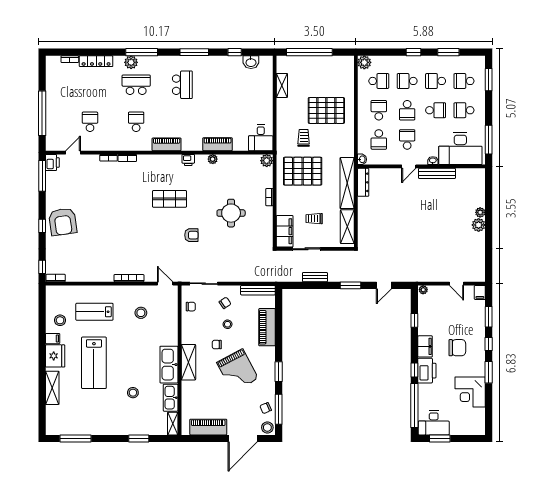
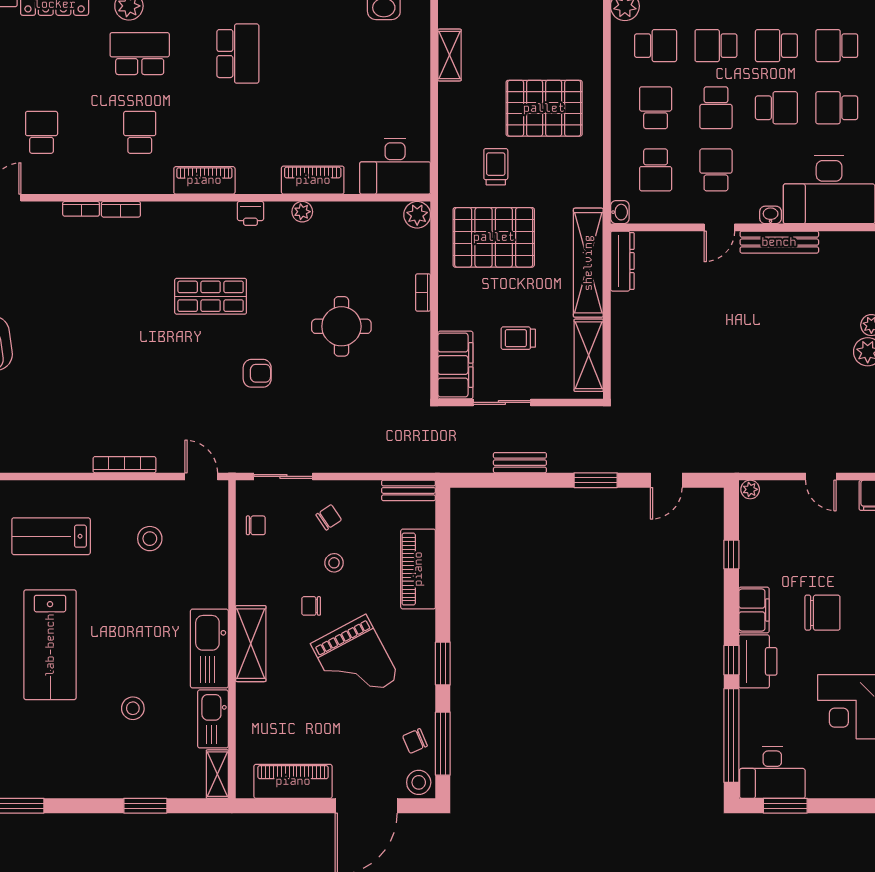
desk: (261, 138) -> (395, 166), width x1.37
bench: (258, 290) -> (409, 490), width x0.73

